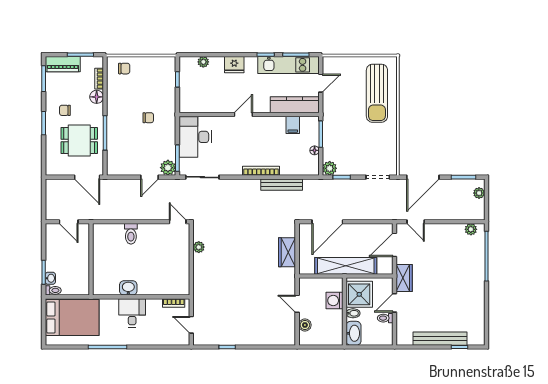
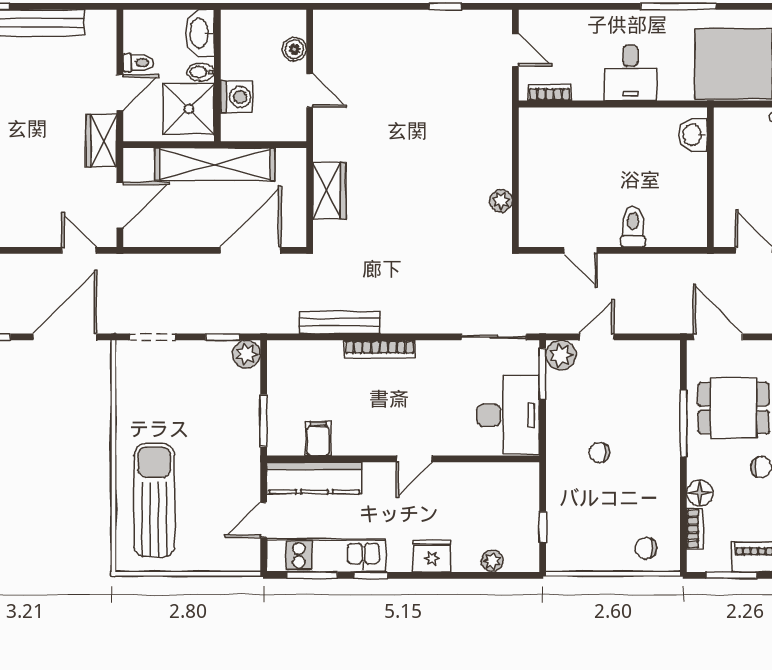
floor lamp: (315, 150) -> (276, 389), removed
door: (178, 222) -> (580, 250), moved
washbasin: (128, 288) -> (693, 135), moved, turned 90

